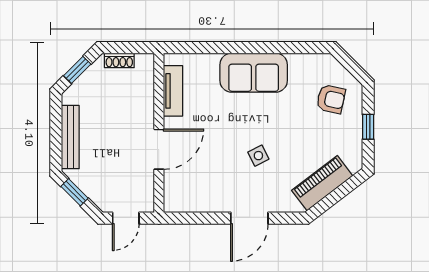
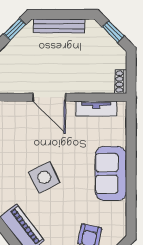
shoe rack: (119, 60) -> (121, 82), moved
side table: (258, 156) -> (44, 177), width x1.87, depth x1.87

